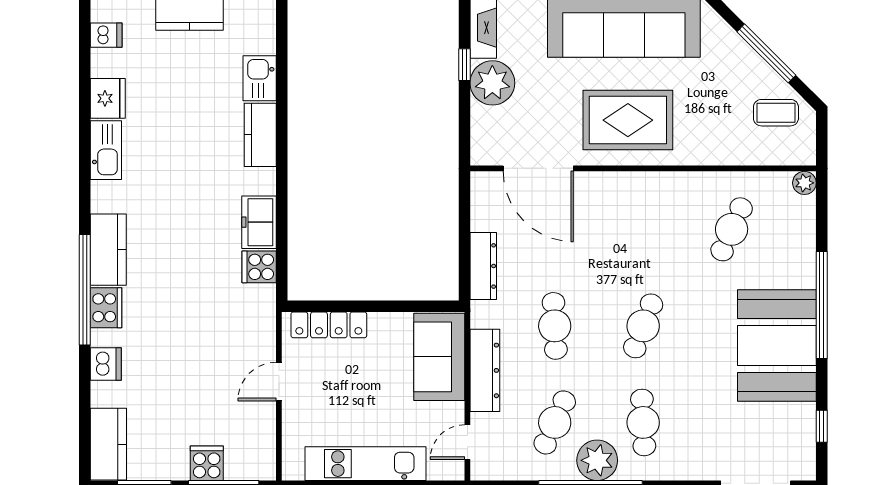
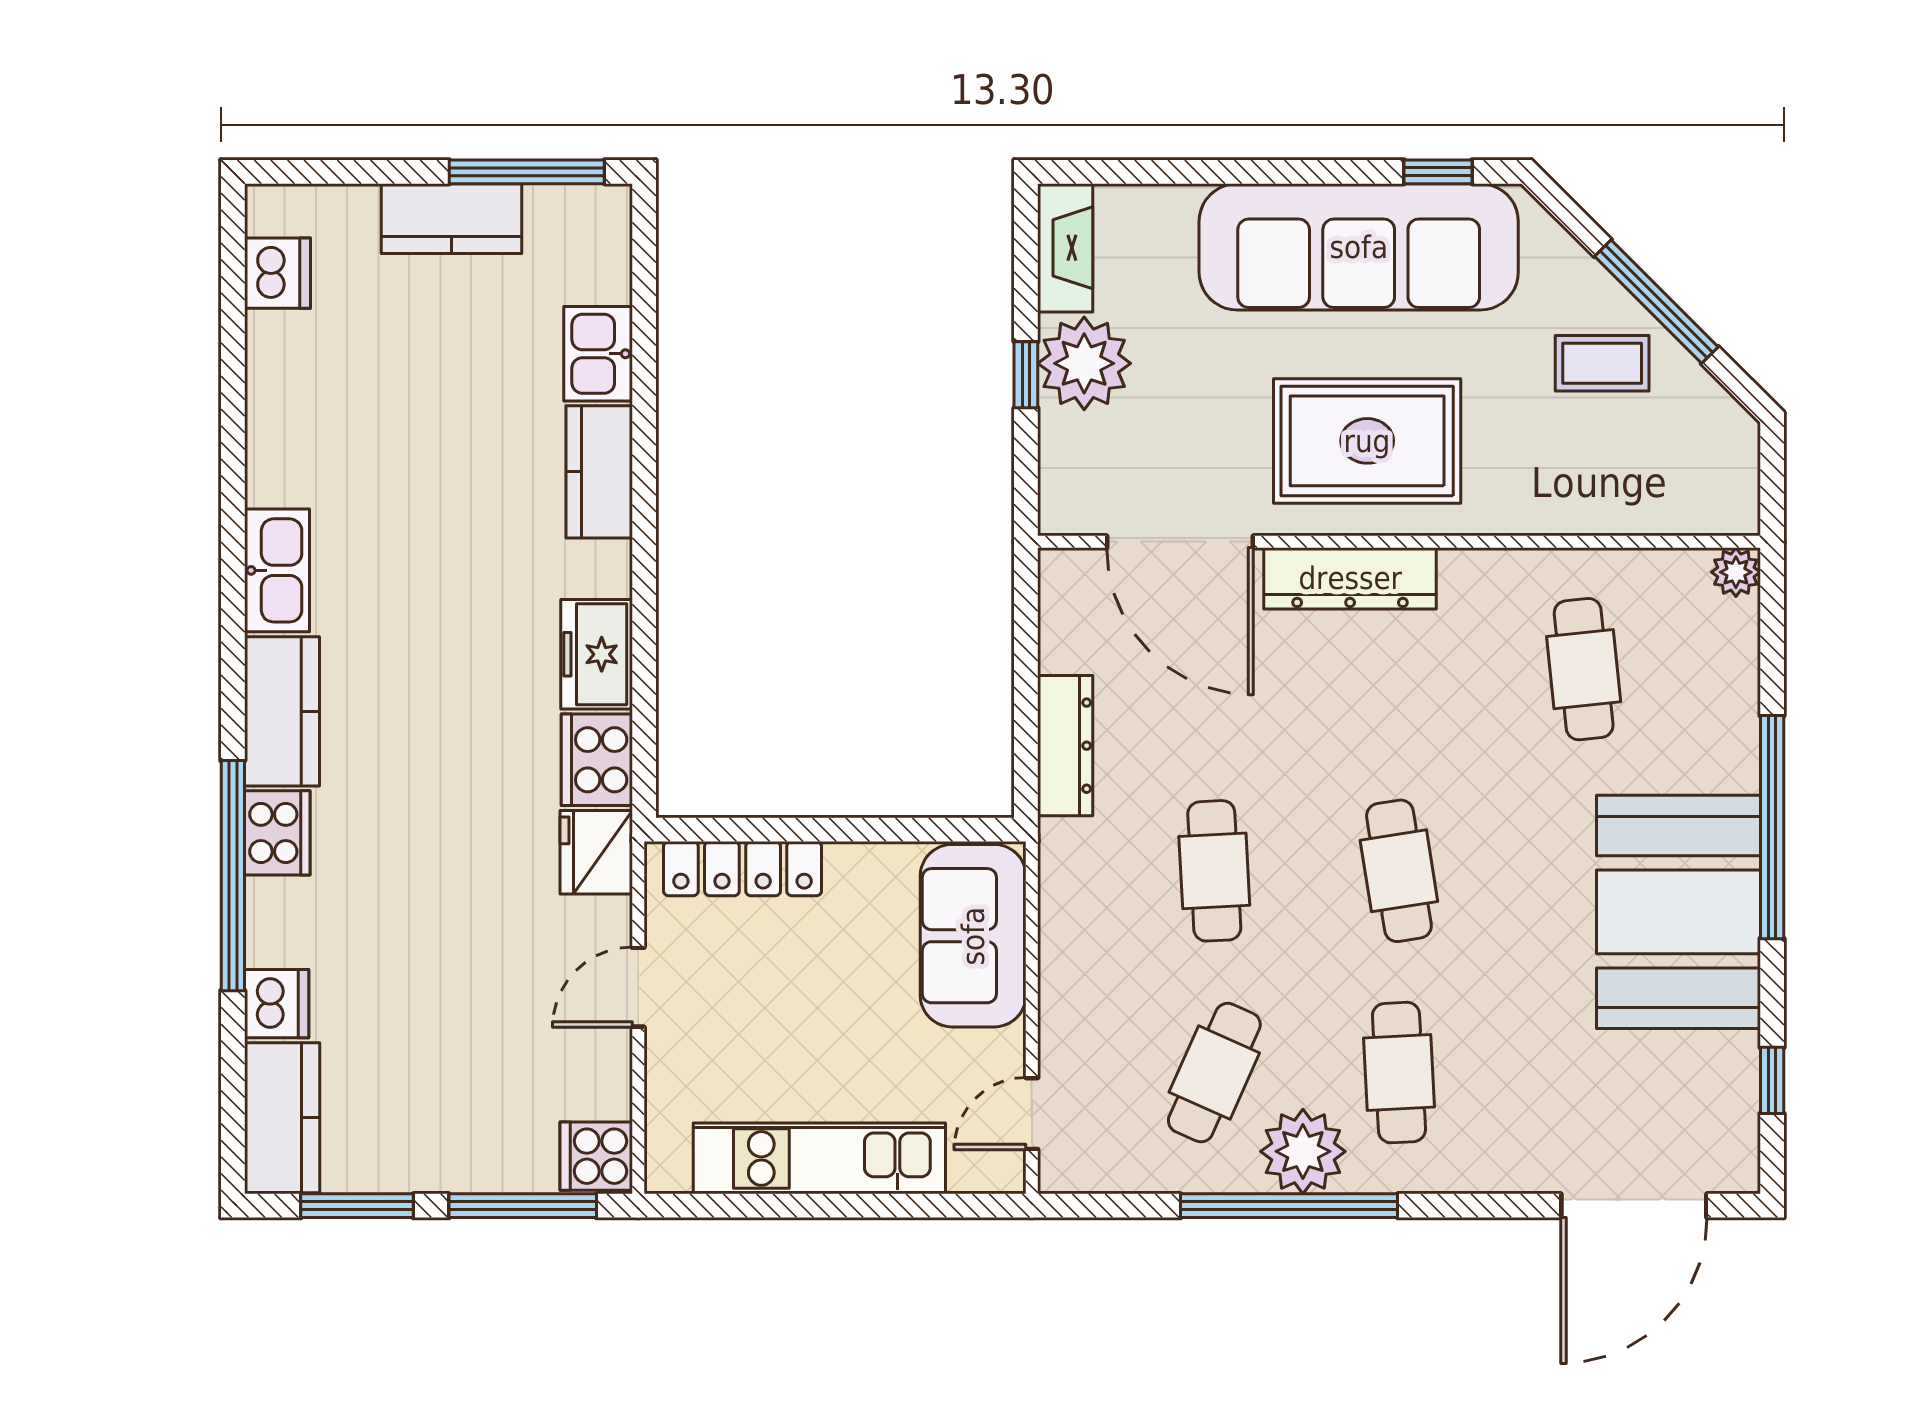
dishwasher: (106, 35) -> (278, 273), width x1.38
window: (465, 65) -> (1026, 375), moved
fridge: (108, 98) -> (596, 852), moved, turned 180
coffee table: (776, 113) -> (1602, 363), moved
kitchen sink: (106, 150) -> (277, 570), moved
cafe table: (732, 229) -> (1584, 669), turned -30
cooker: (259, 267) -> (597, 760), width x1.36
window: (85, 290) -> (233, 876), moved
cafe table: (643, 326) -> (1399, 871), turned -30
dishwasher: (106, 364) -> (277, 1004), moved
dresser: (485, 370) -> (1350, 578), moved, turned 90
cooker: (207, 463) -> (596, 1156), moved, turned -90

